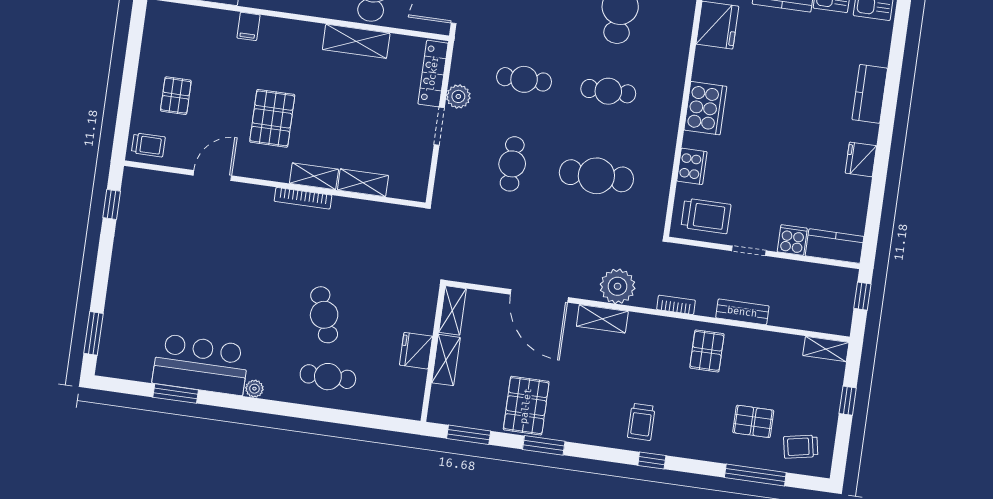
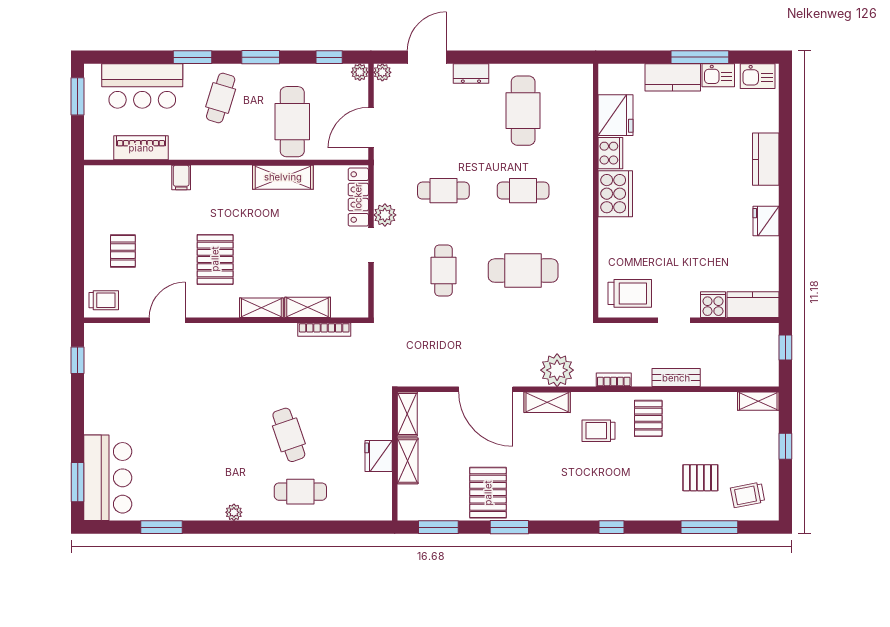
cooker: (692, 166) -> (610, 153), moved
bookcase: (303, 198) -> (324, 330), moved
bar counter: (201, 364) -> (108, 478), moved, turned 90
trolley: (641, 422) -> (599, 431), moved, turned 90

